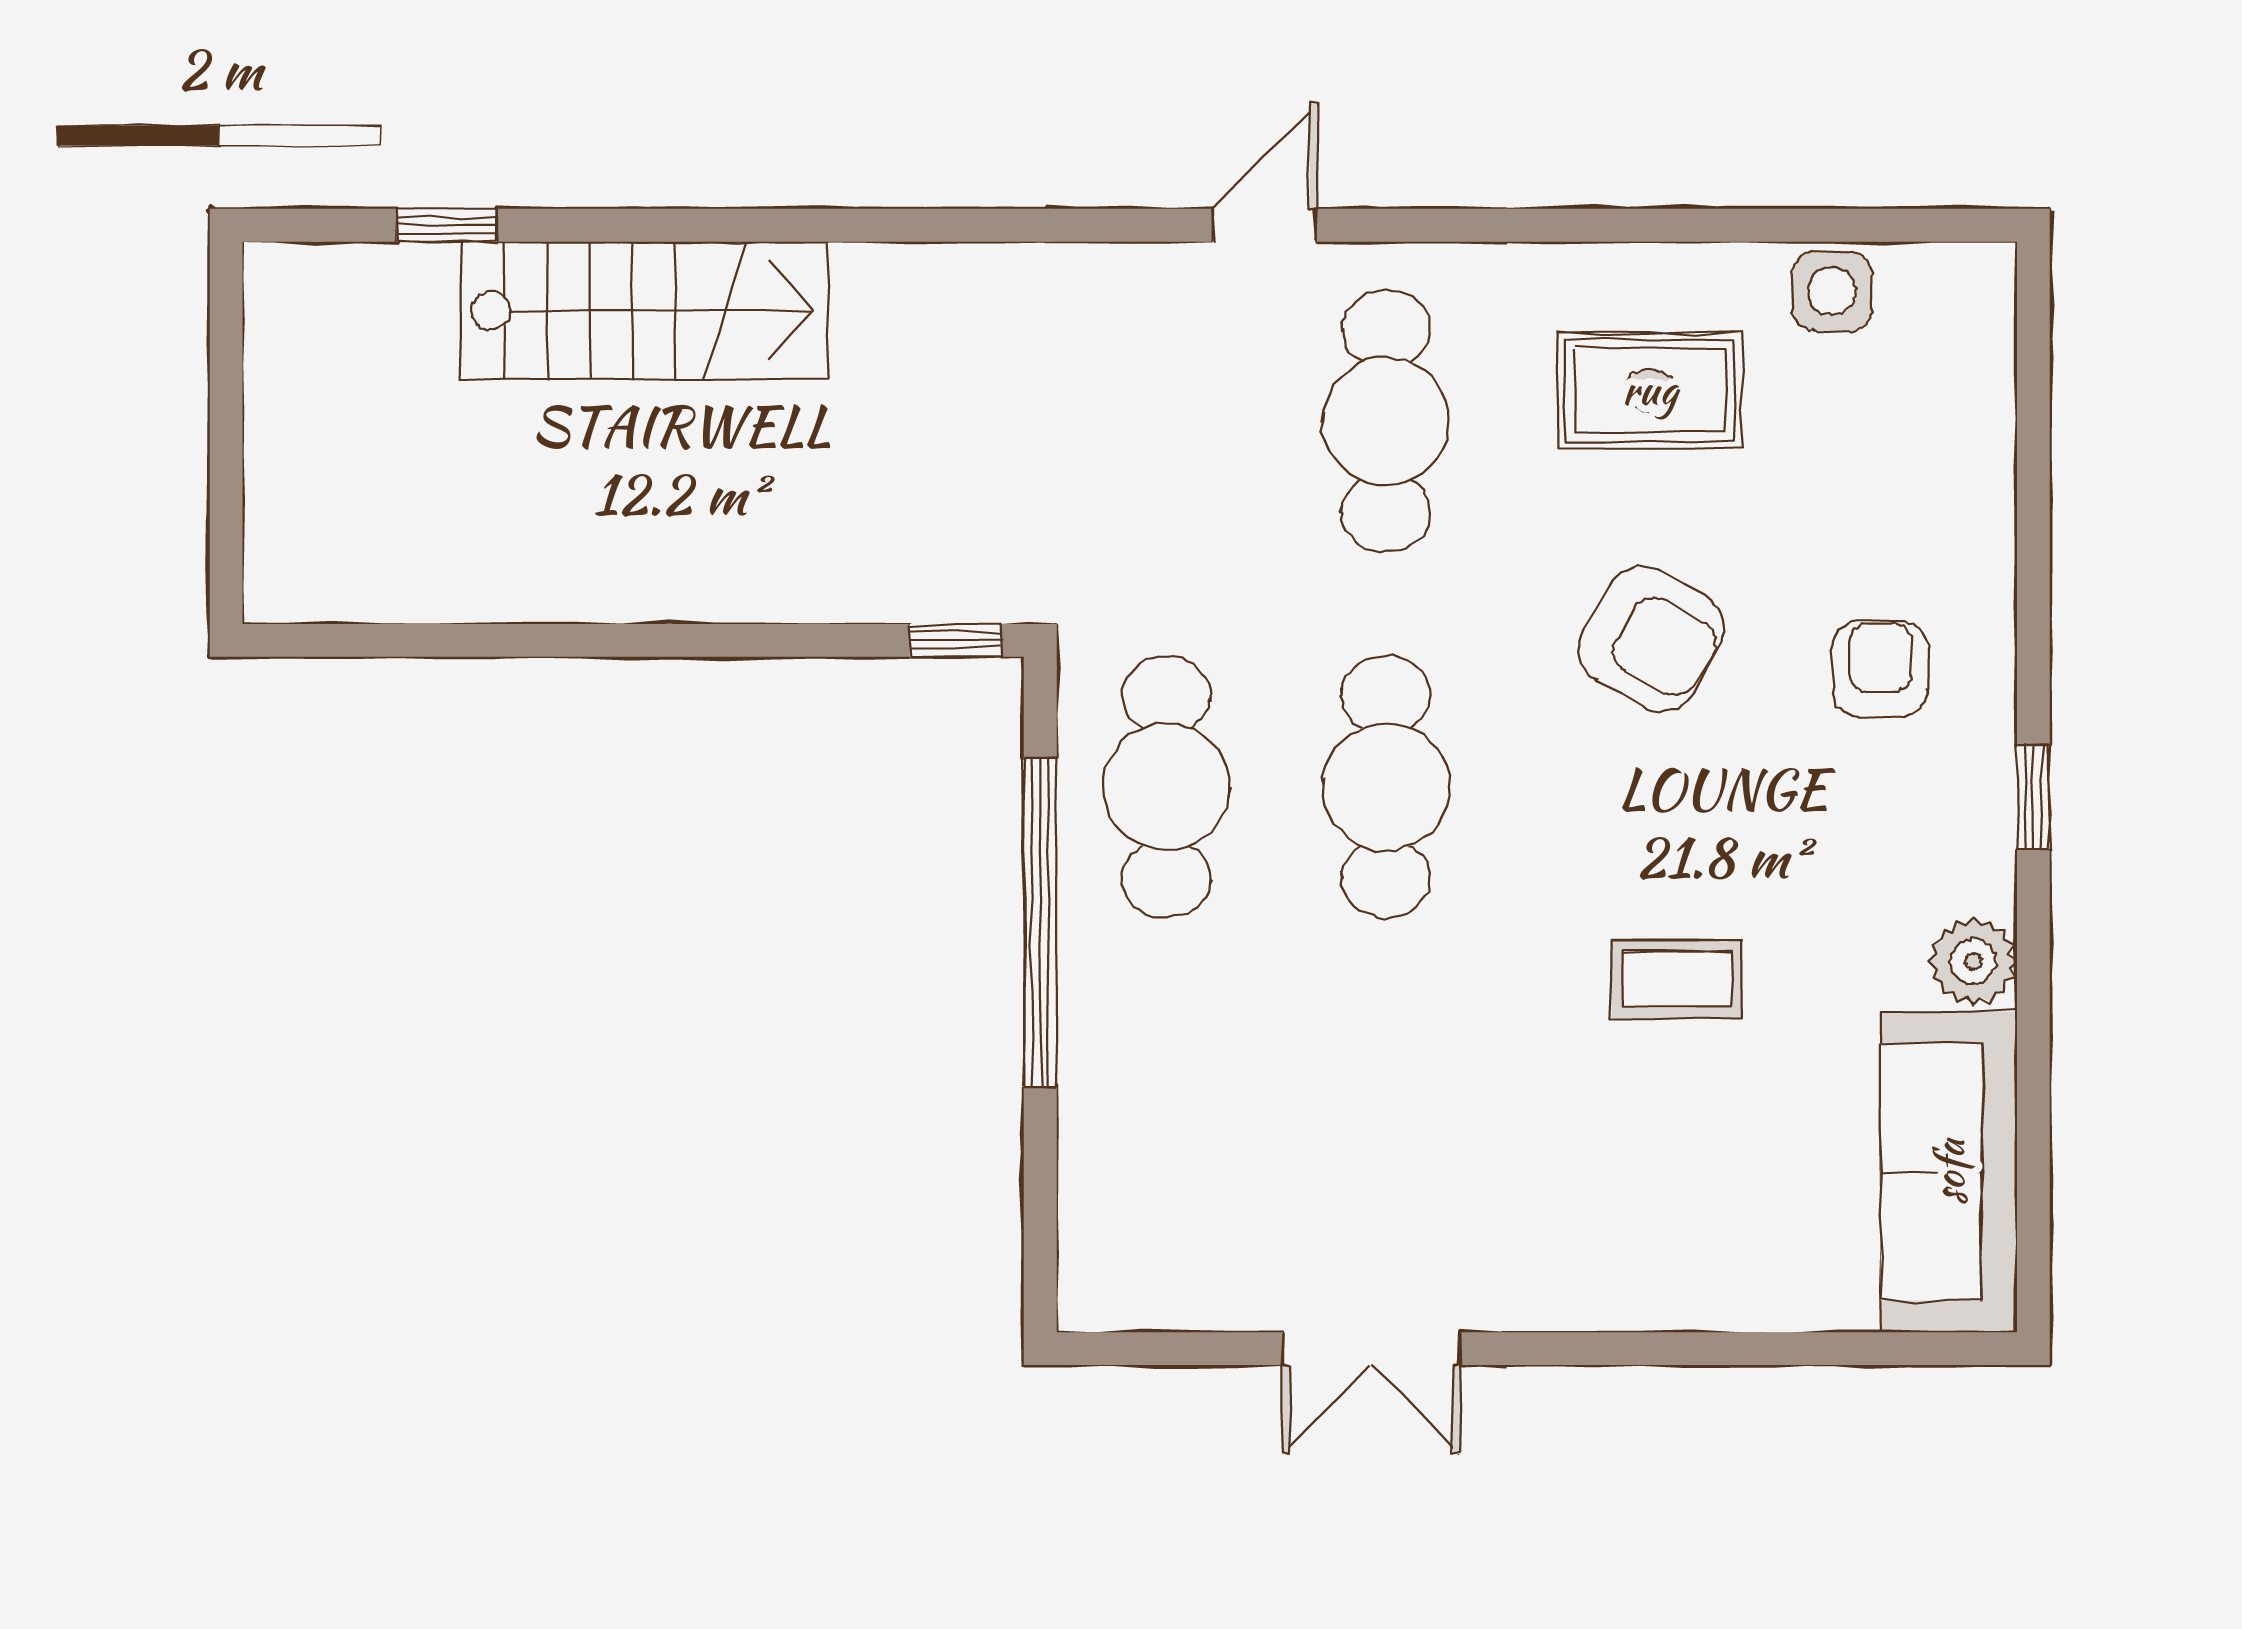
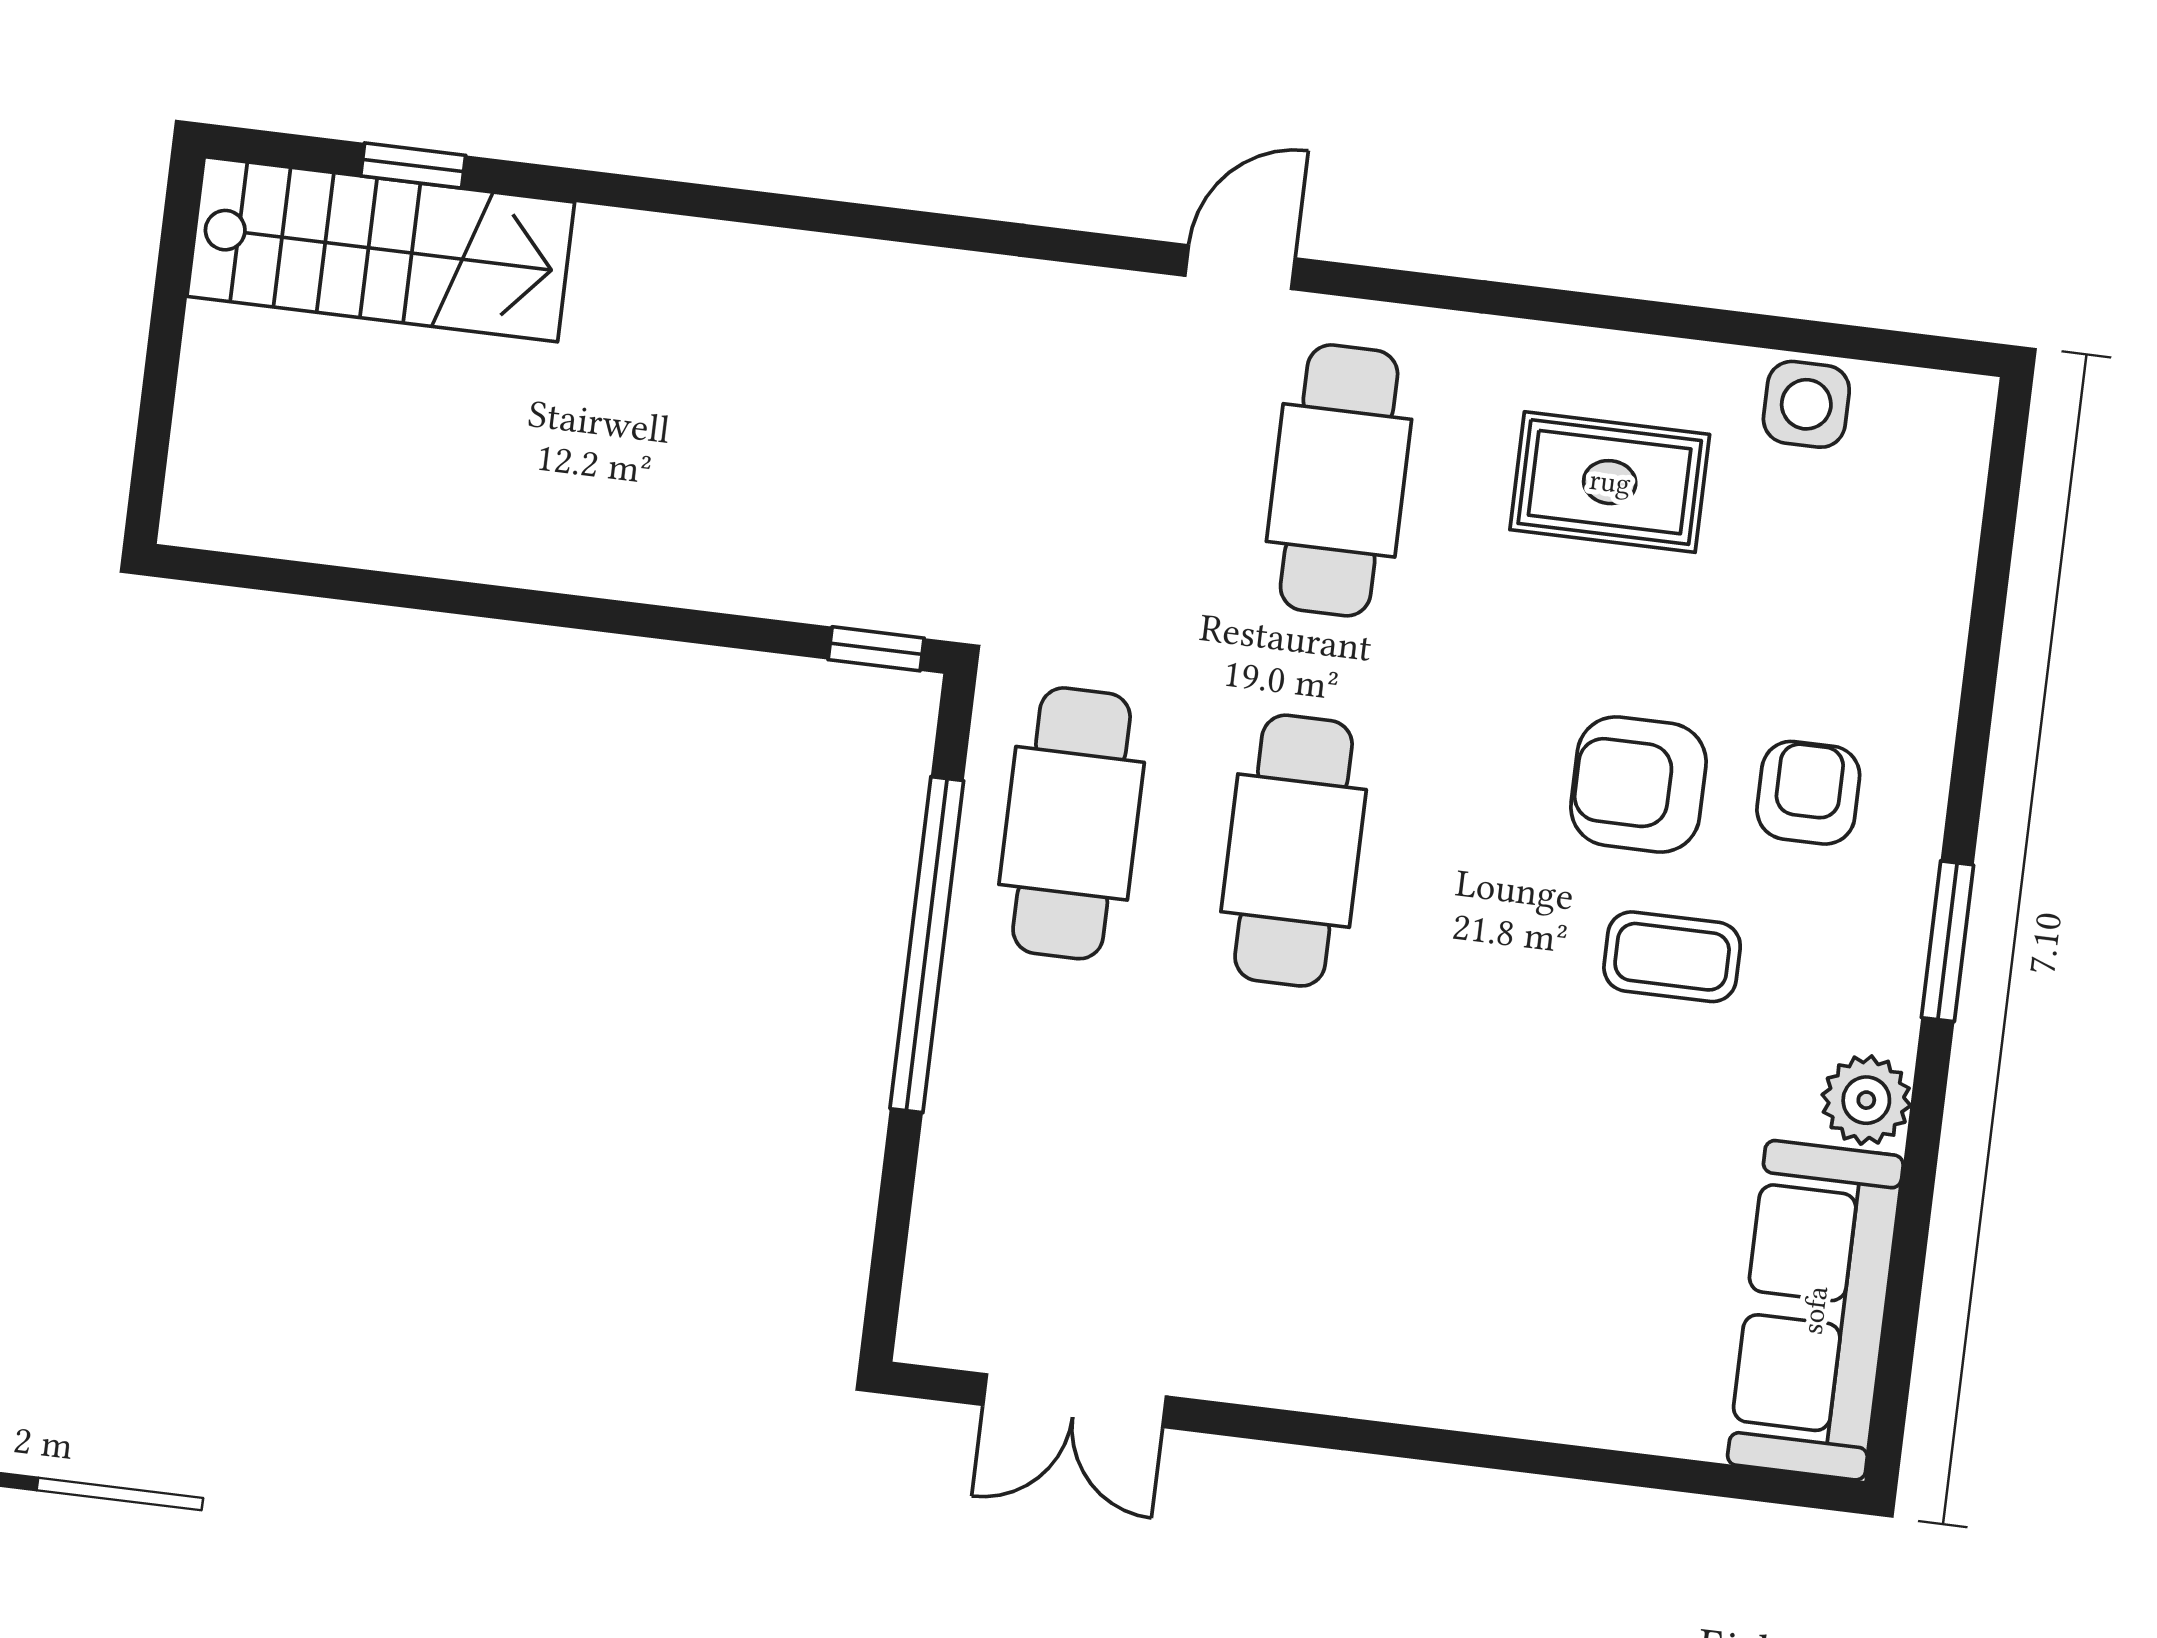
stairs: (645, 311) -> (381, 249), moved
armchair: (1651, 639) -> (1638, 784), moved, turned 150
window: (2033, 797) -> (1947, 941), width x1.50
coffee table: (1677, 979) -> (1672, 957), moved
double door: (1372, 1349) -> (1075, 1401), moved

